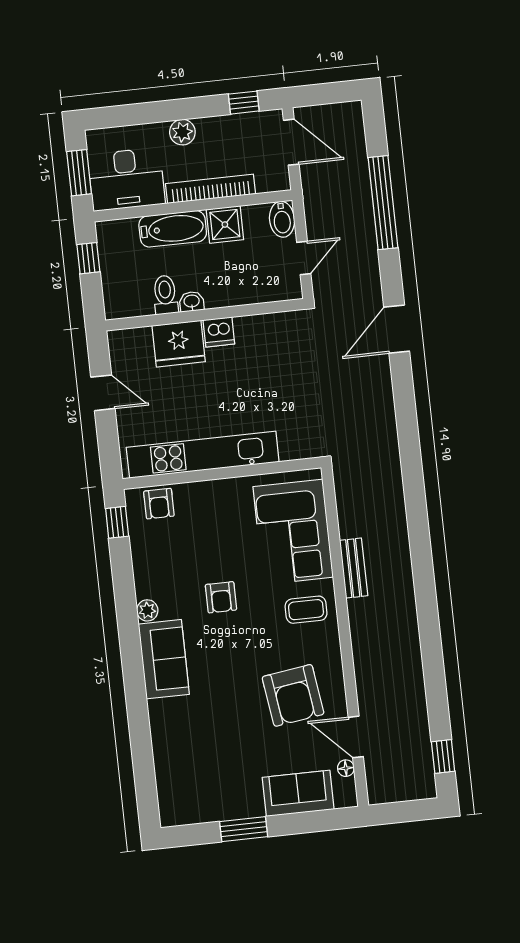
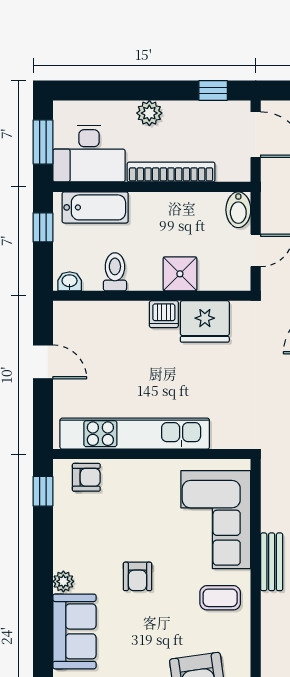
shower: (225, 225) -> (180, 274), moved
bathtub: (173, 229) -> (95, 207), moved
washbasin: (192, 302) -> (70, 281), moved
fridge: (179, 344) -> (205, 321), moved
armchair: (159, 504) -> (86, 477), turned -90

